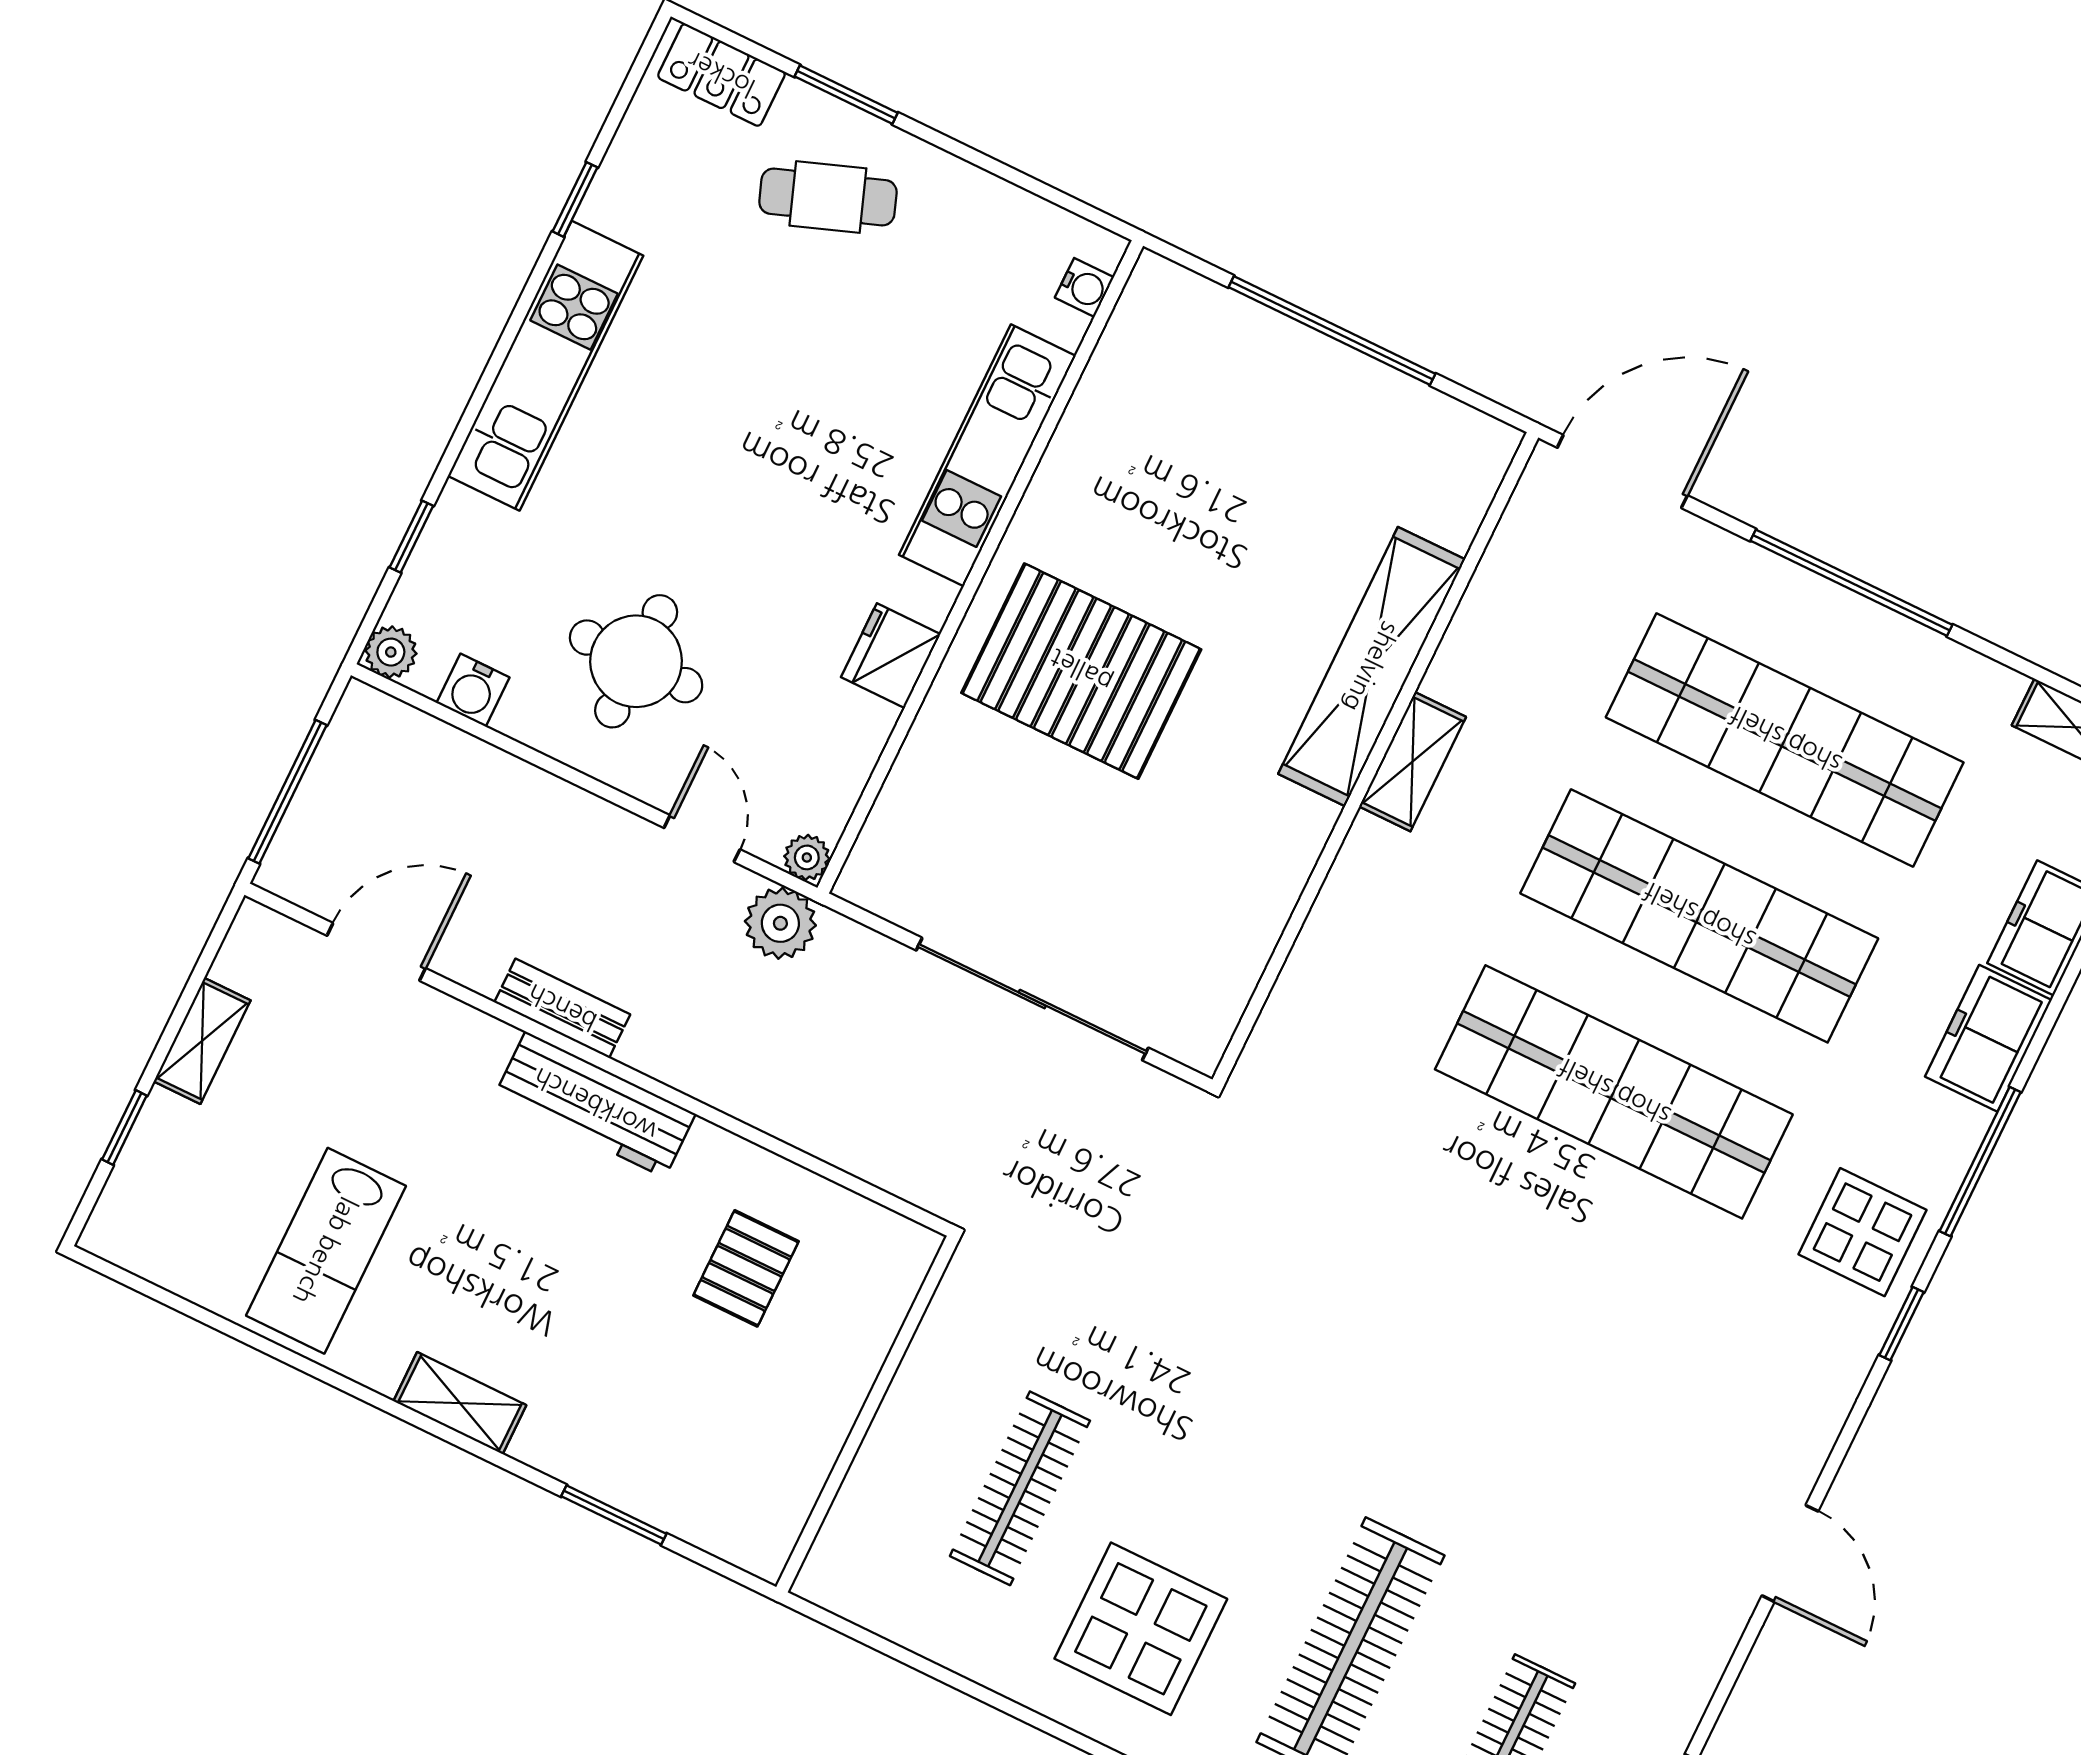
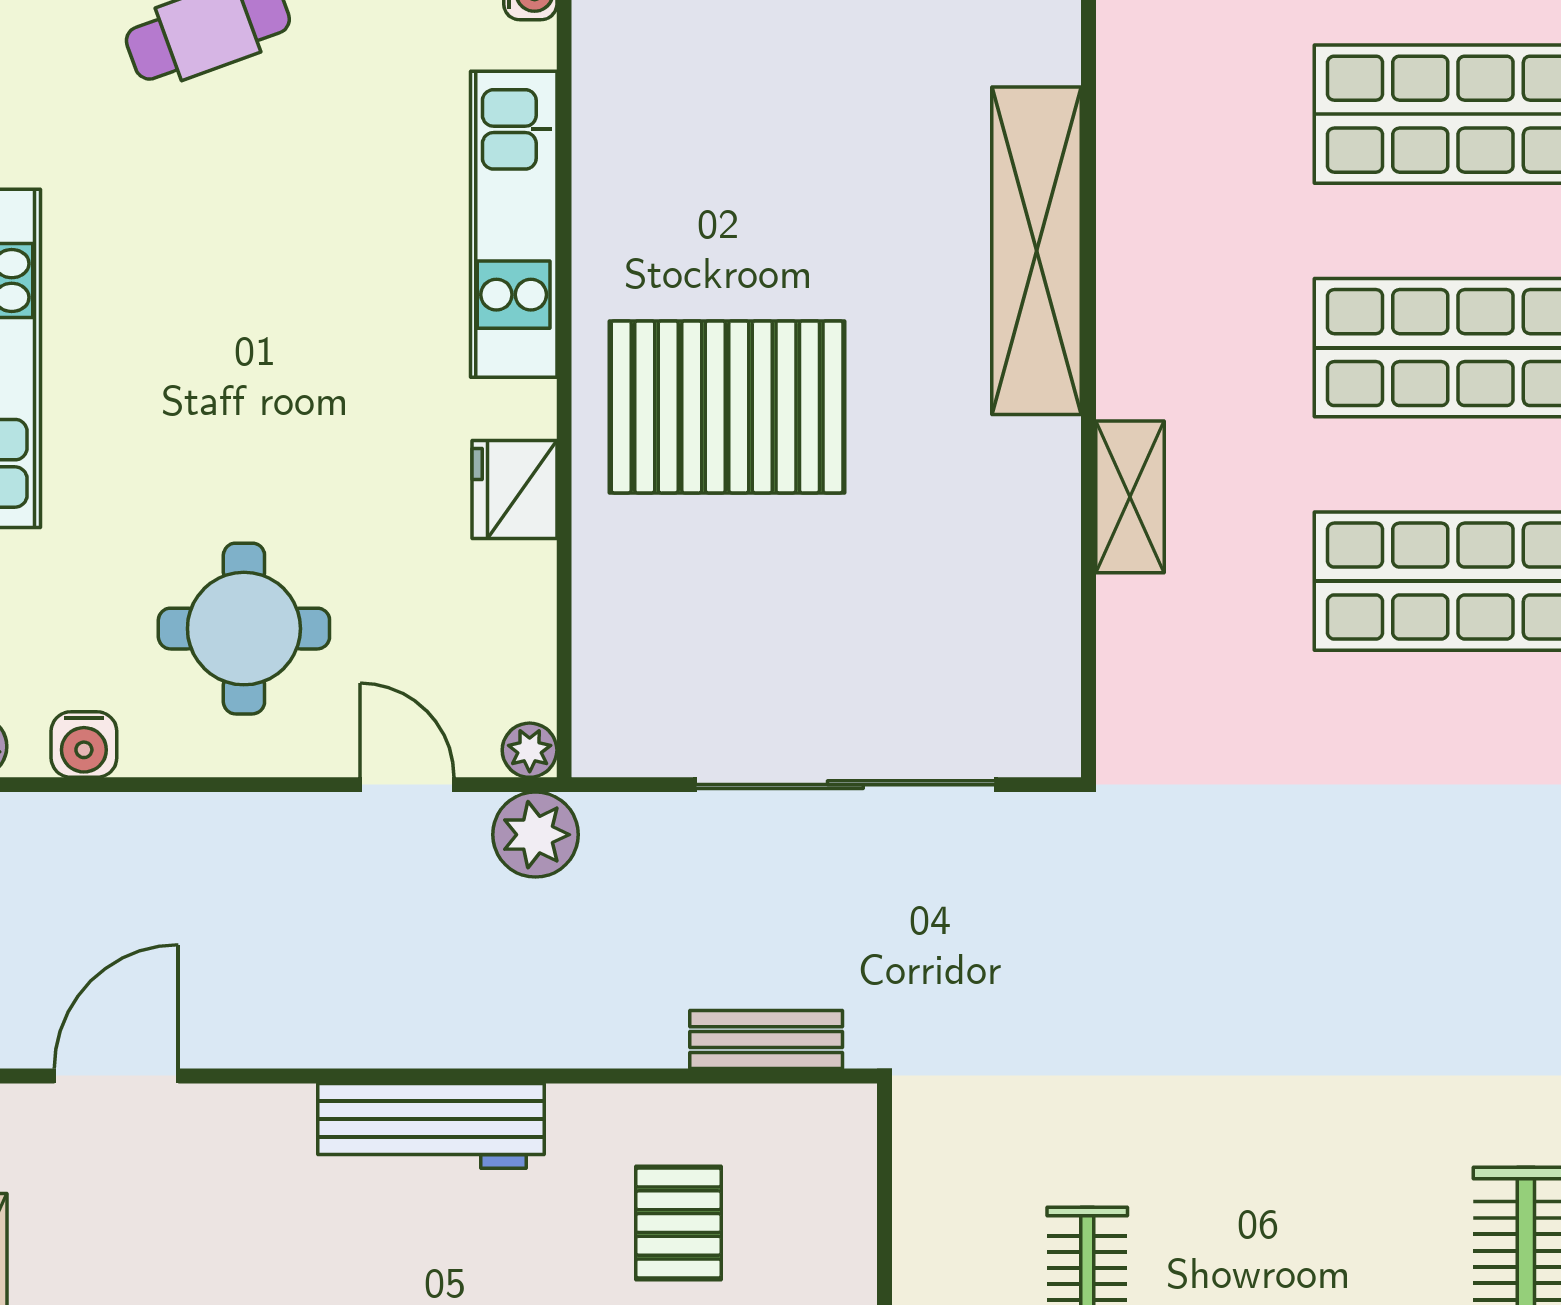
shelving: (1413, 762) -> (1130, 497), moved
bench: (562, 1008) -> (766, 1040), moved

